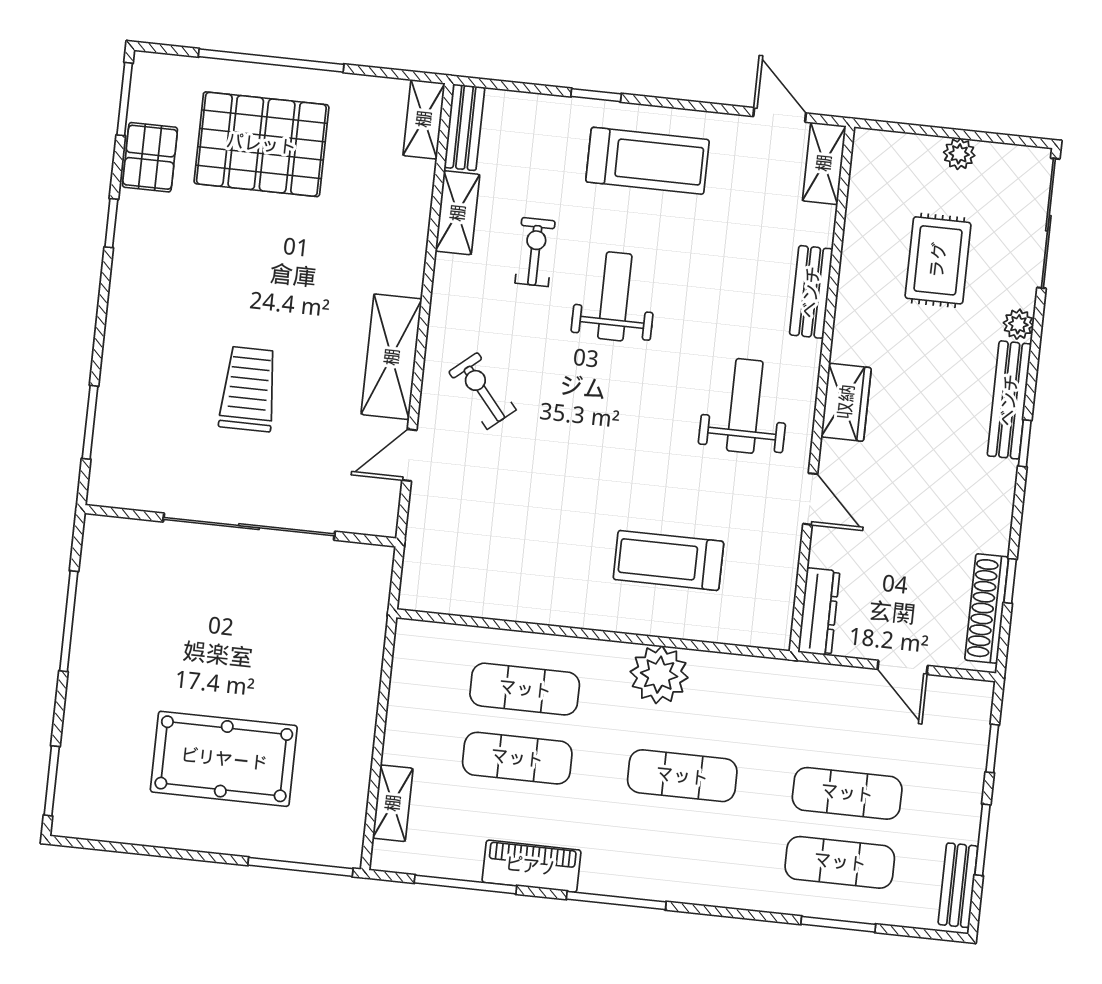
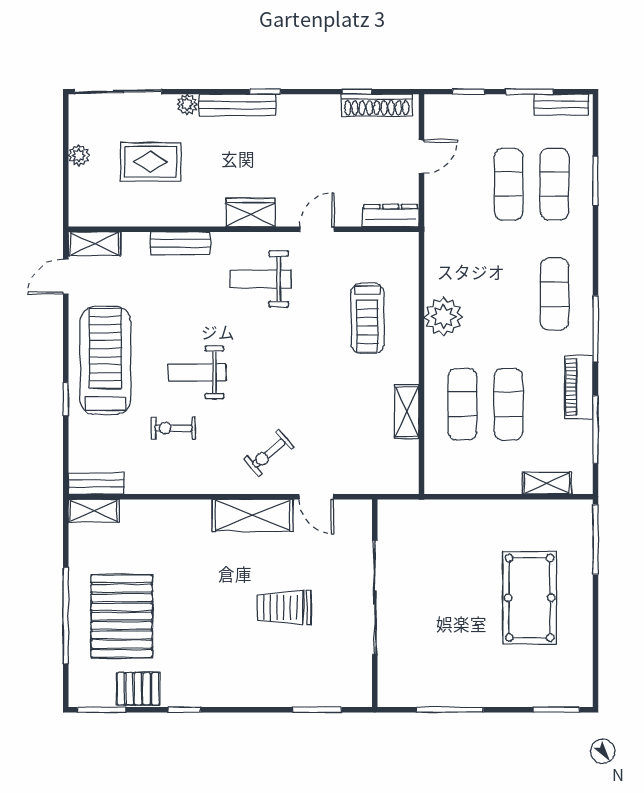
treadmill: (647, 161) -> (105, 360), width x1.37, depth x1.38
shelving: (458, 213) -> (407, 412), moved, turned 90
exercise mat: (682, 776) -> (555, 294), moved

